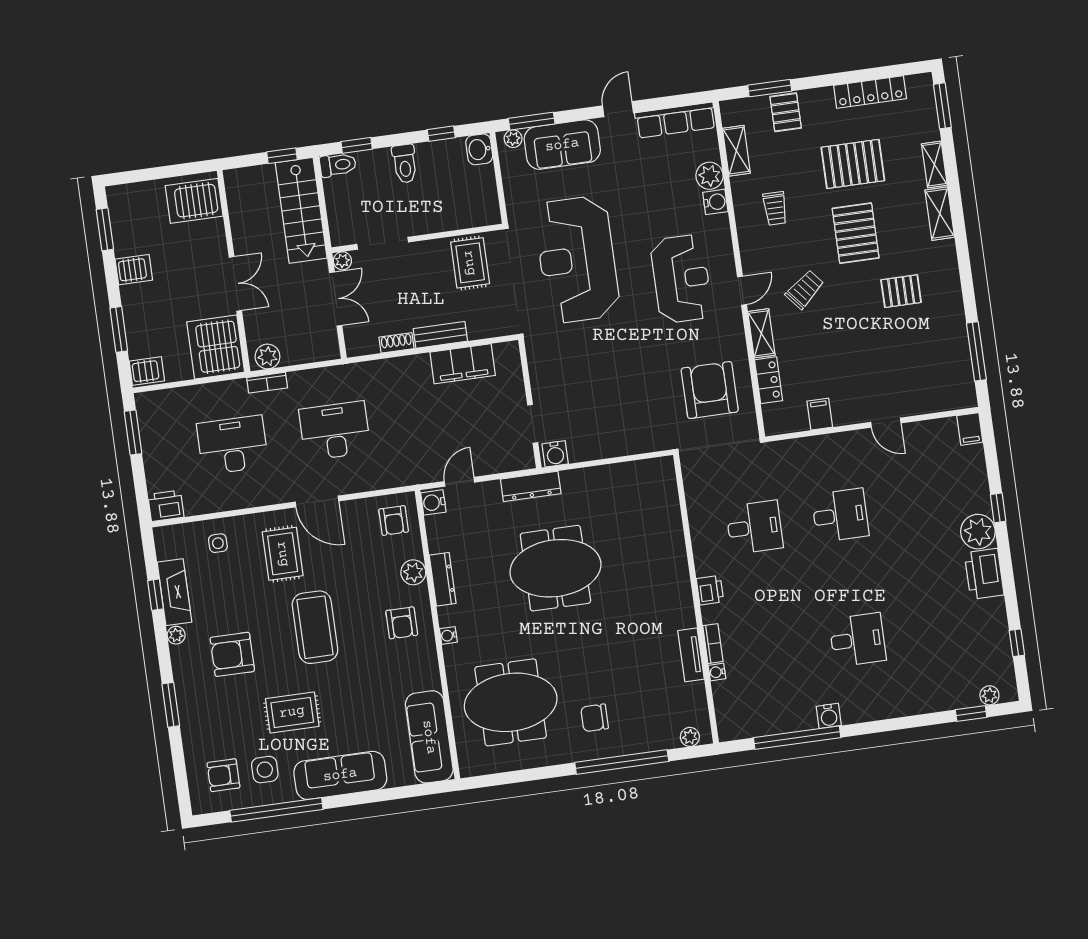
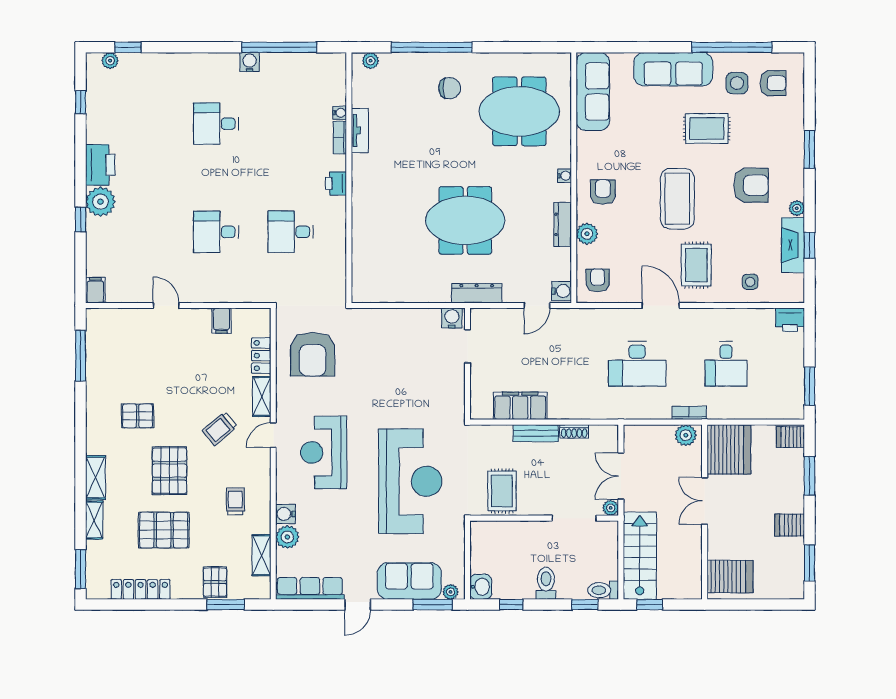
desk: (233, 445) -> (726, 364), width x0.73

